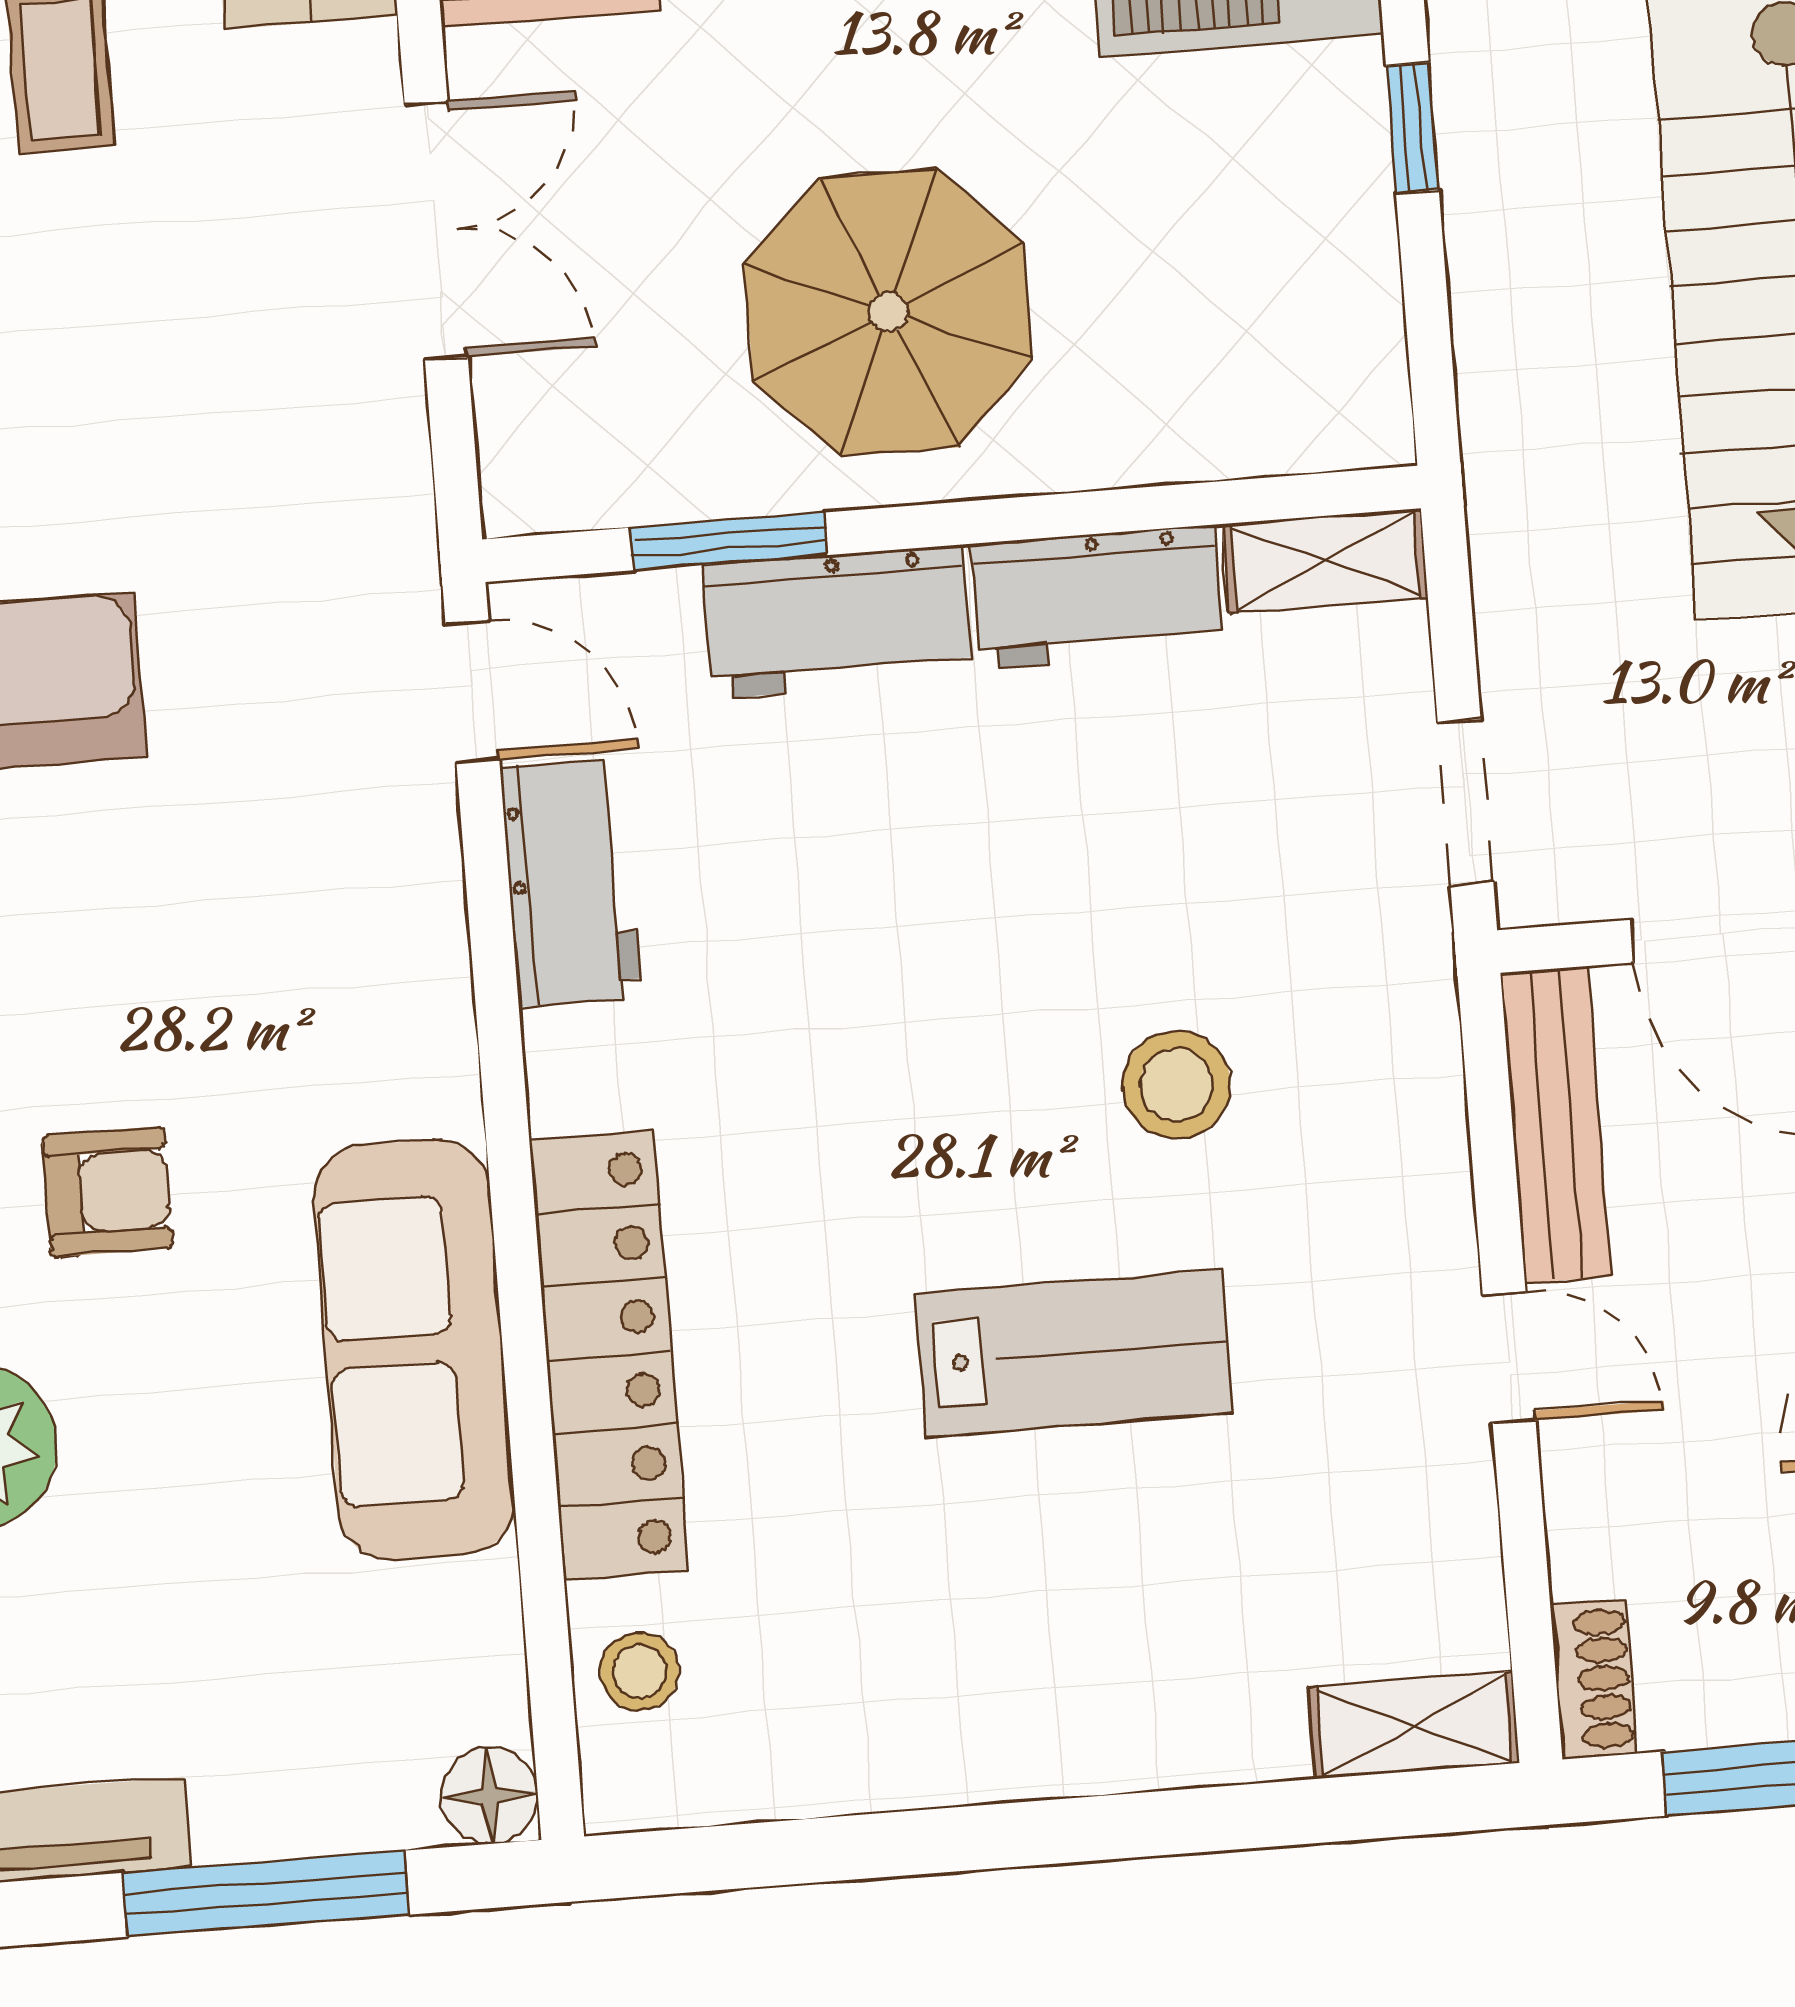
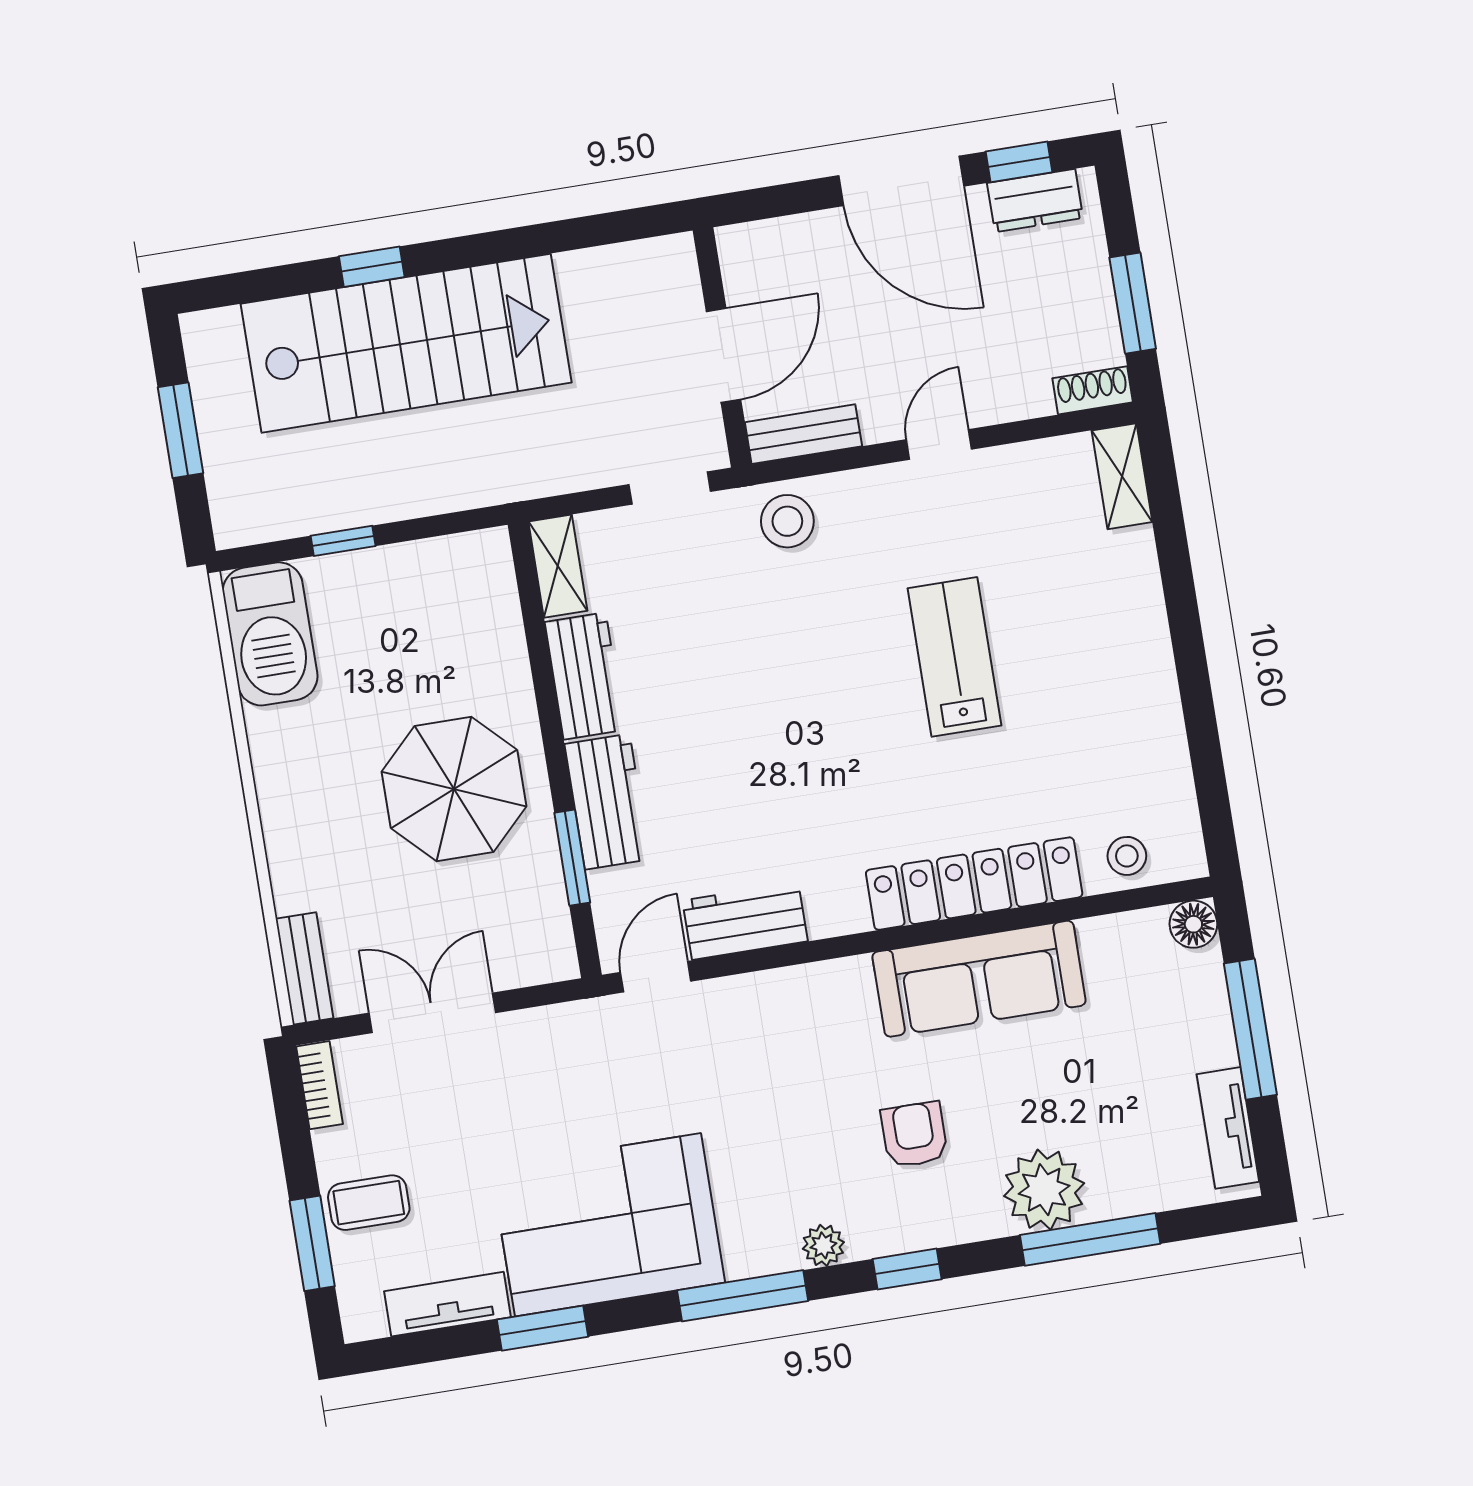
stool: (1176, 1085) -> (787, 521), moved
bench: (1556, 1125) -> (803, 434), width x0.73

